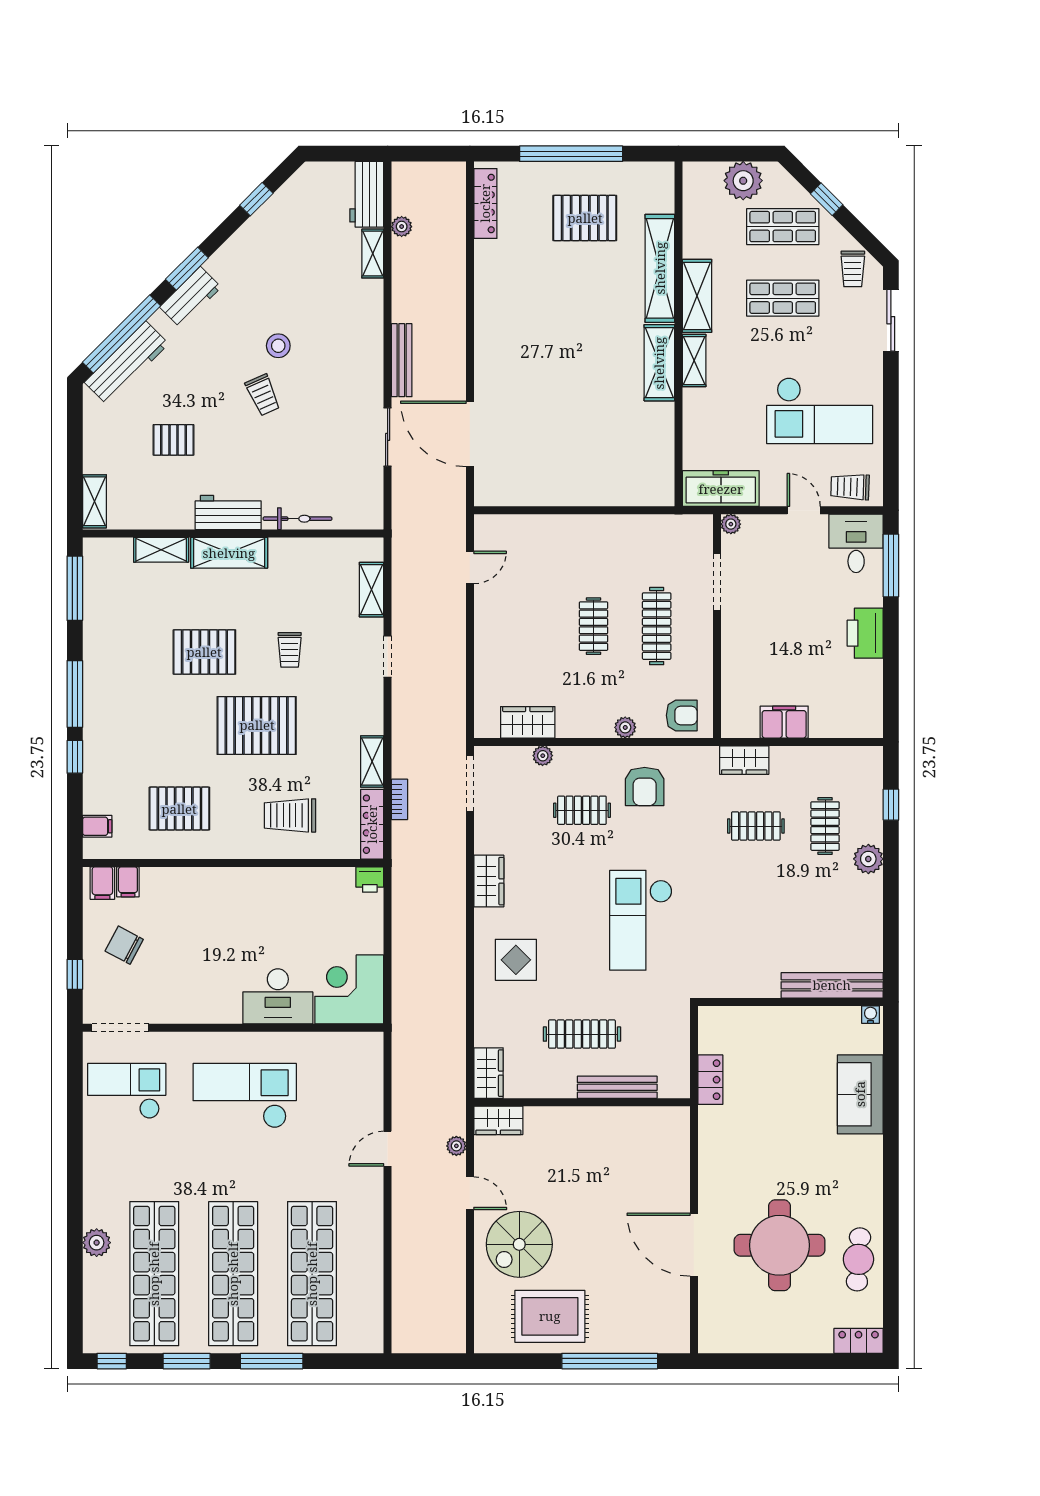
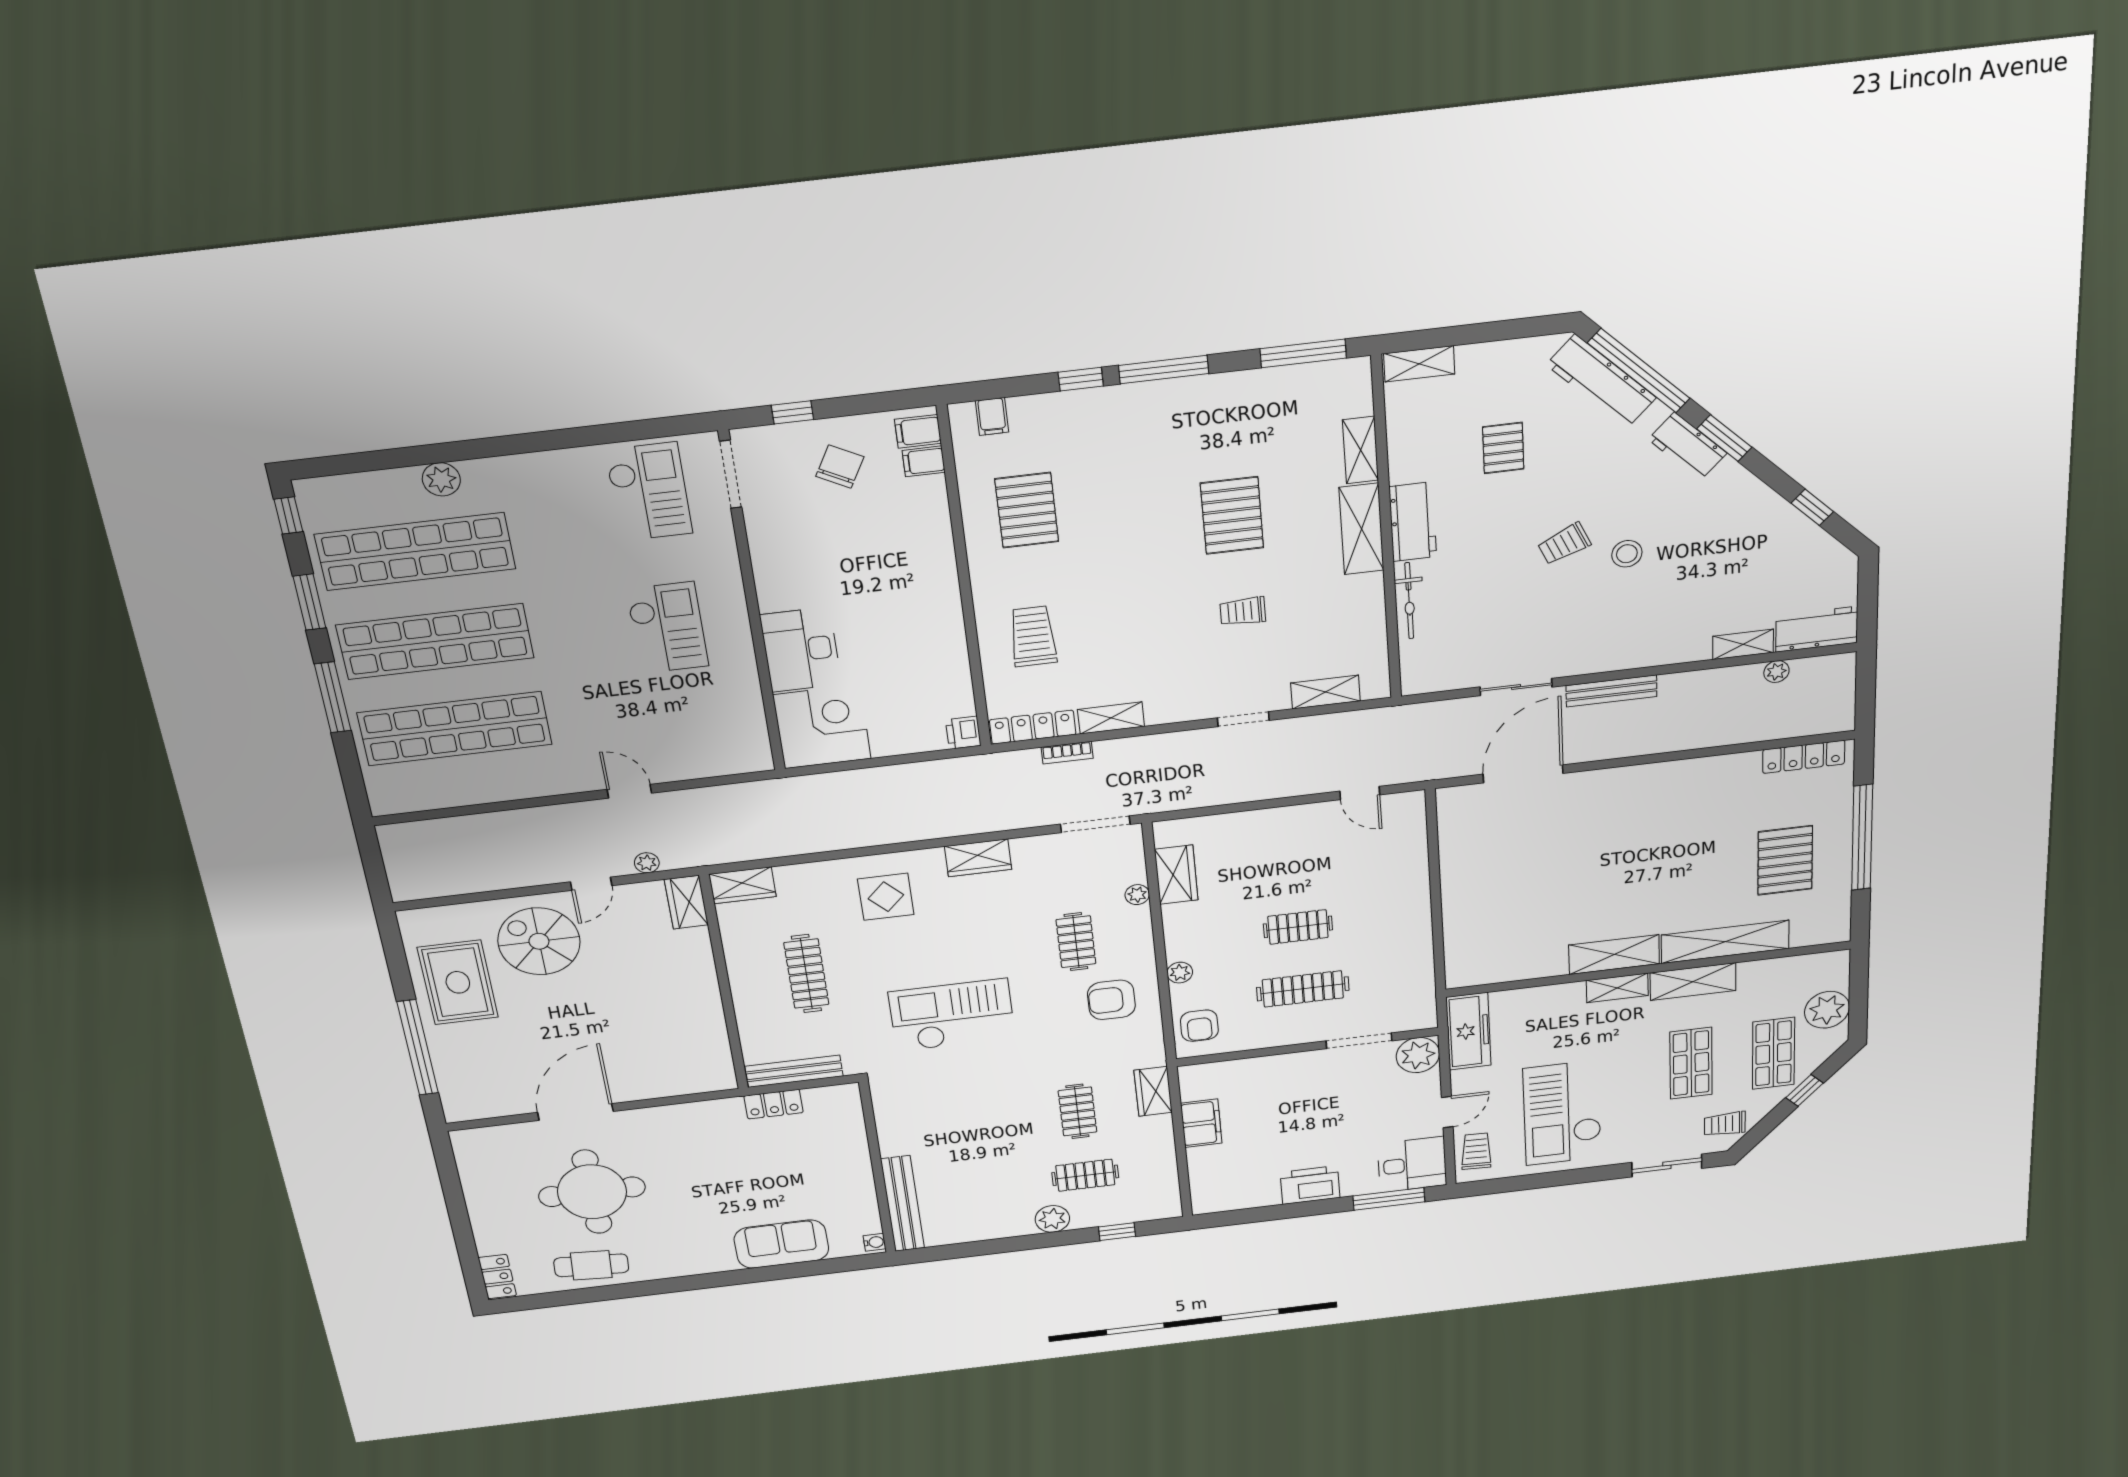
plant: (731, 524) -> (1418, 1055), width x1.88, depth x1.88
pallet: (257, 725) -> (1143, 586), removed
bench: (617, 1087) -> (794, 1071), moved, turned 90
checkout: (245, 1096) -> (667, 628), width x0.73, depth x0.83

